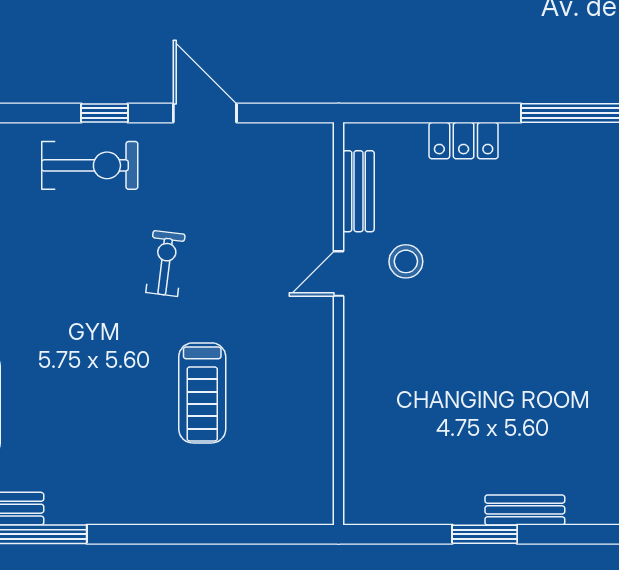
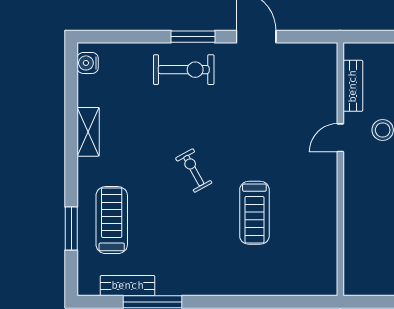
window: (104, 113) -> (193, 37), width x1.50
exercise bike: (165, 263) -> (194, 170), moved, turned -36

